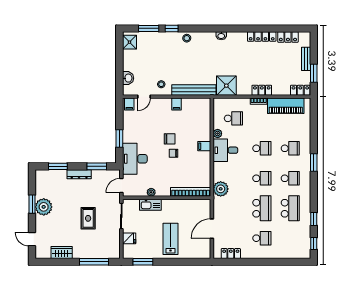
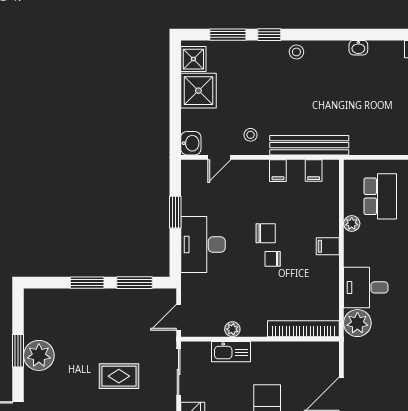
washbasin: (128, 78) -> (191, 143), moved
shower: (226, 86) -> (198, 91), moved
filing cabinet: (129, 104) -> (314, 171), moved
school desk: (233, 118) -> (380, 196), width x1.85
window: (119, 138) -> (175, 212), moved
desk: (225, 150) -> (366, 287), moved
desk: (135, 159) -> (203, 245), moved
window: (58, 166) -> (87, 283), moved
dresser: (79, 174) -> (103, 297), removed
rug: (88, 218) -> (119, 376), turned 90

